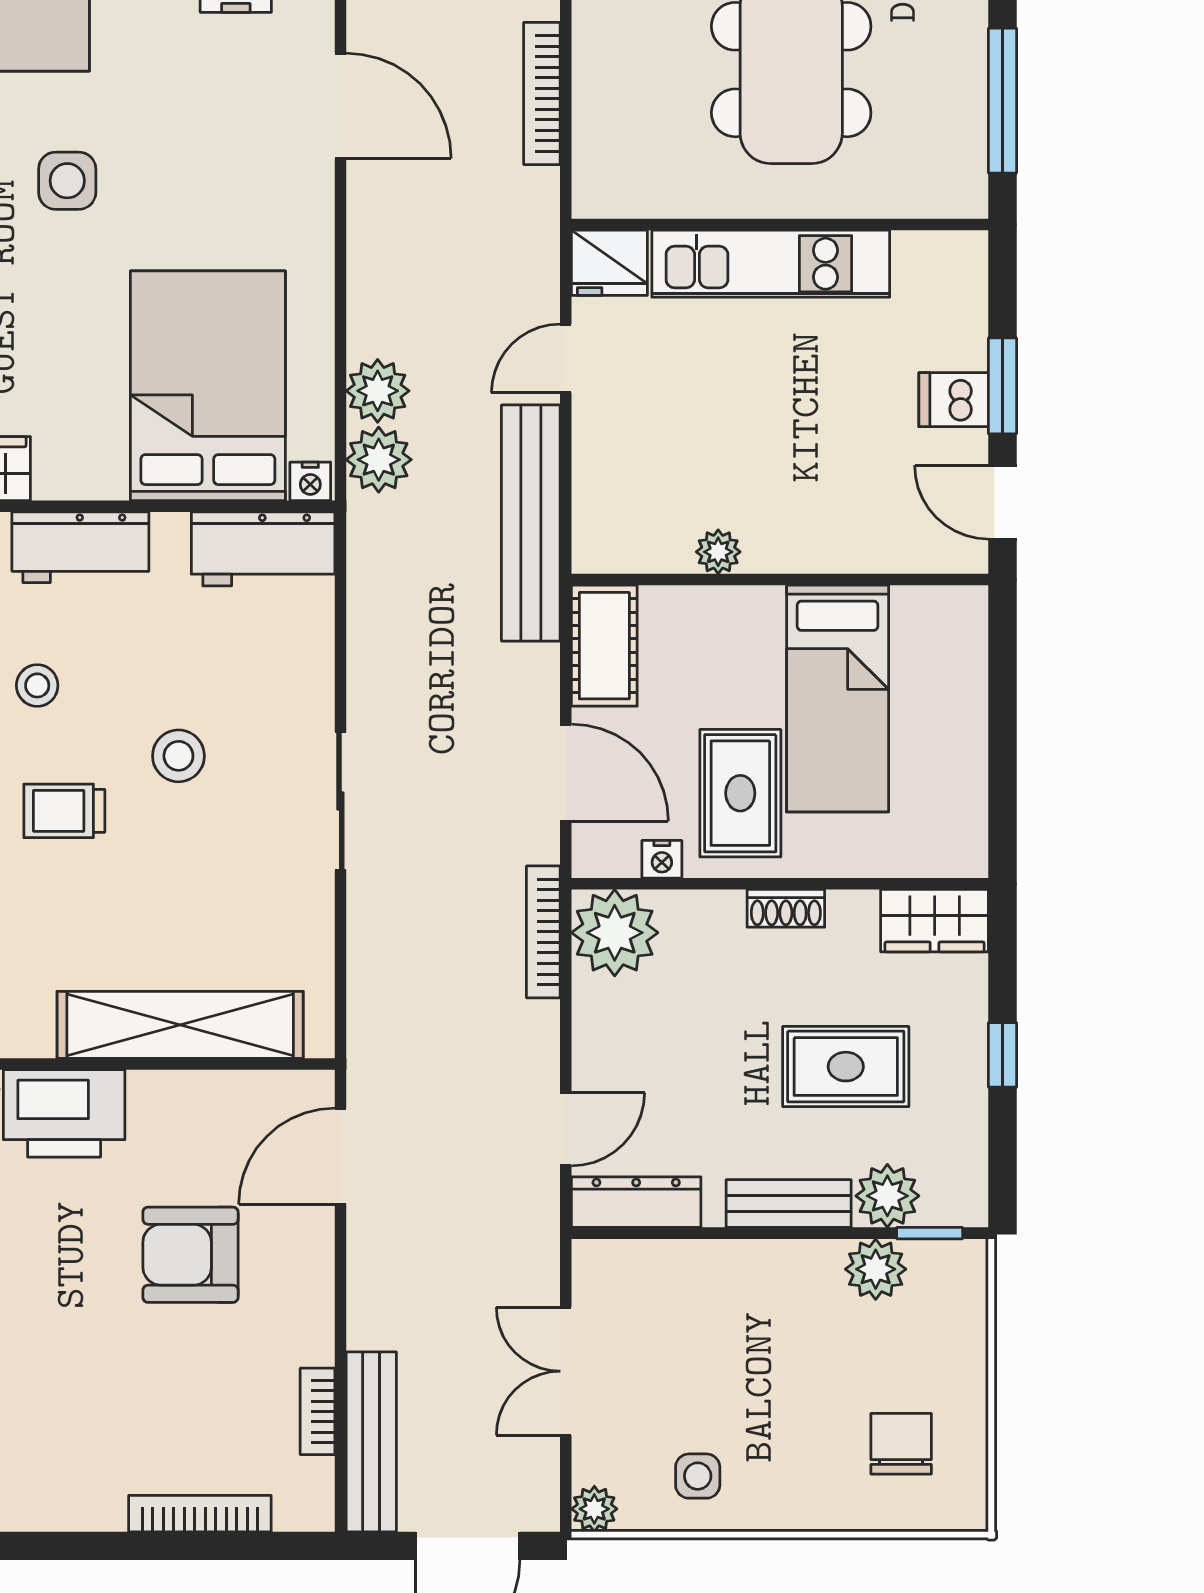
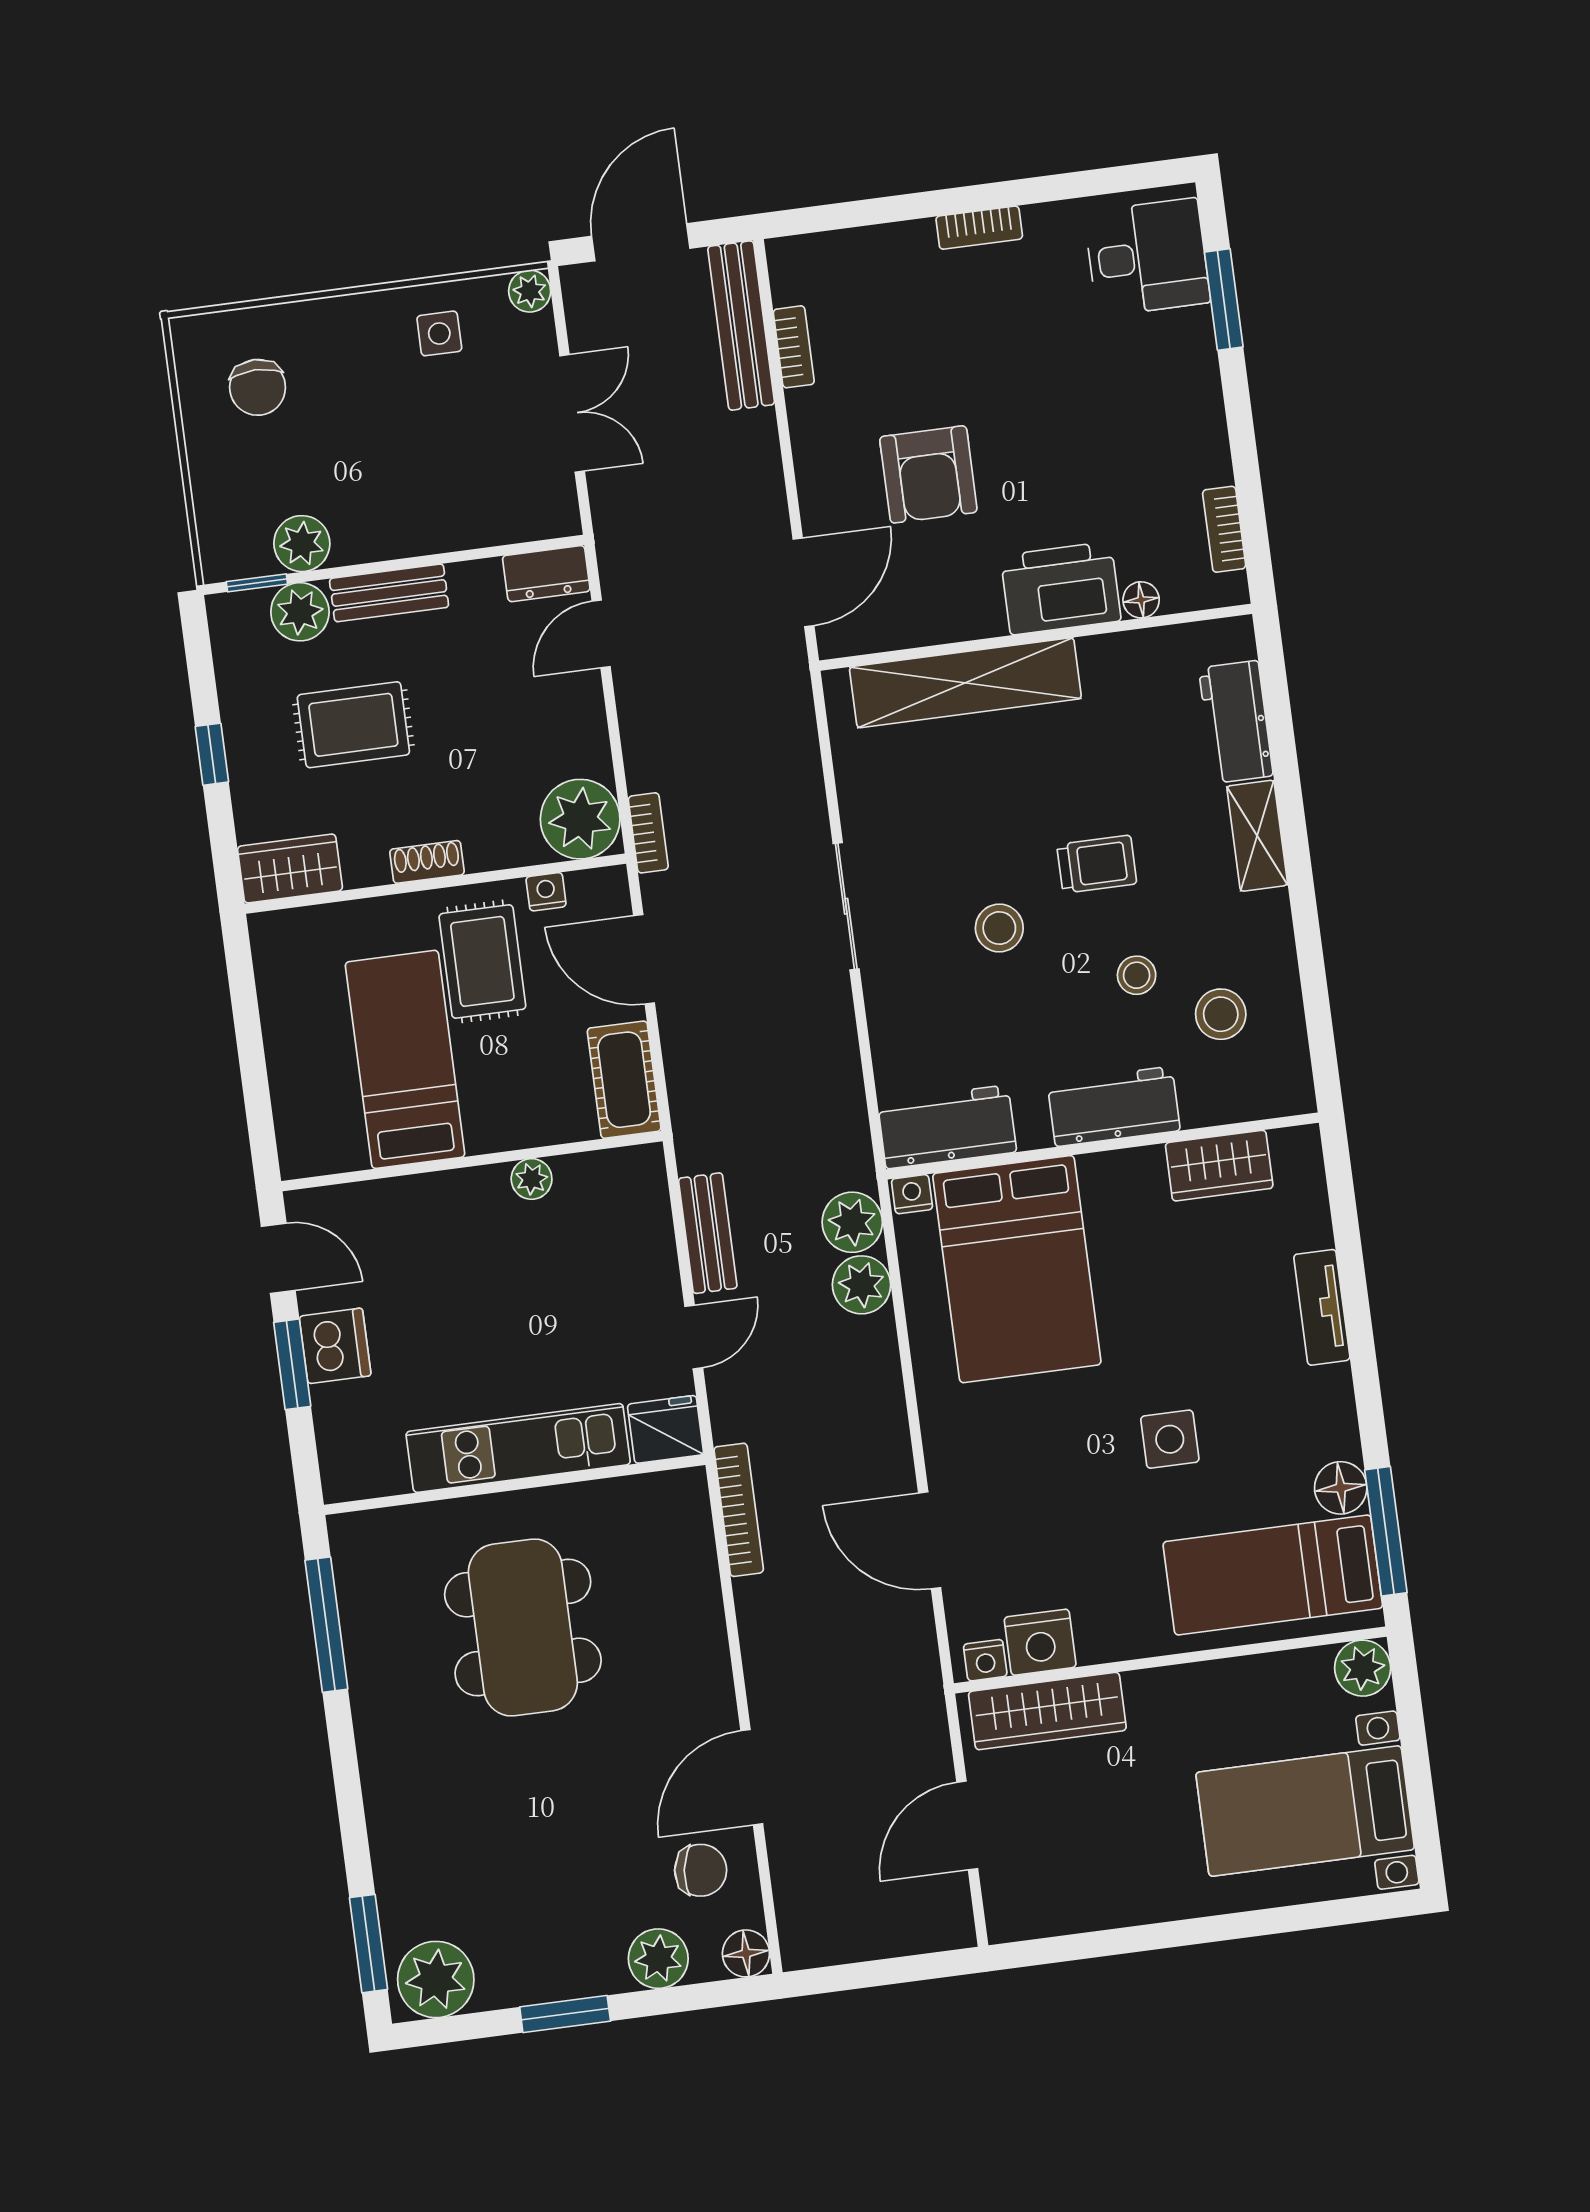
bookcase: (542, 93) -> (739, 1510), moved
dishwasher: (954, 400) -> (335, 1346), width x1.38
bench: (531, 523) -> (708, 1233), width x0.54, depth x0.82
bookcase: (543, 932) -> (648, 833), width x0.64
dresser: (636, 1202) -> (546, 574), width x0.70
armchair: (190, 1255) -> (928, 474), turned 90
bookcase: (200, 1514) -> (979, 228), moved, width x0.64

